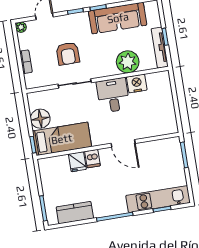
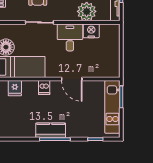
fridge: (77, 162) -> (15, 88), moved
kitchen unit: (158, 199) -> (112, 107), moved, turned -90
kitchen counter: (75, 213) -> (51, 130), moved

